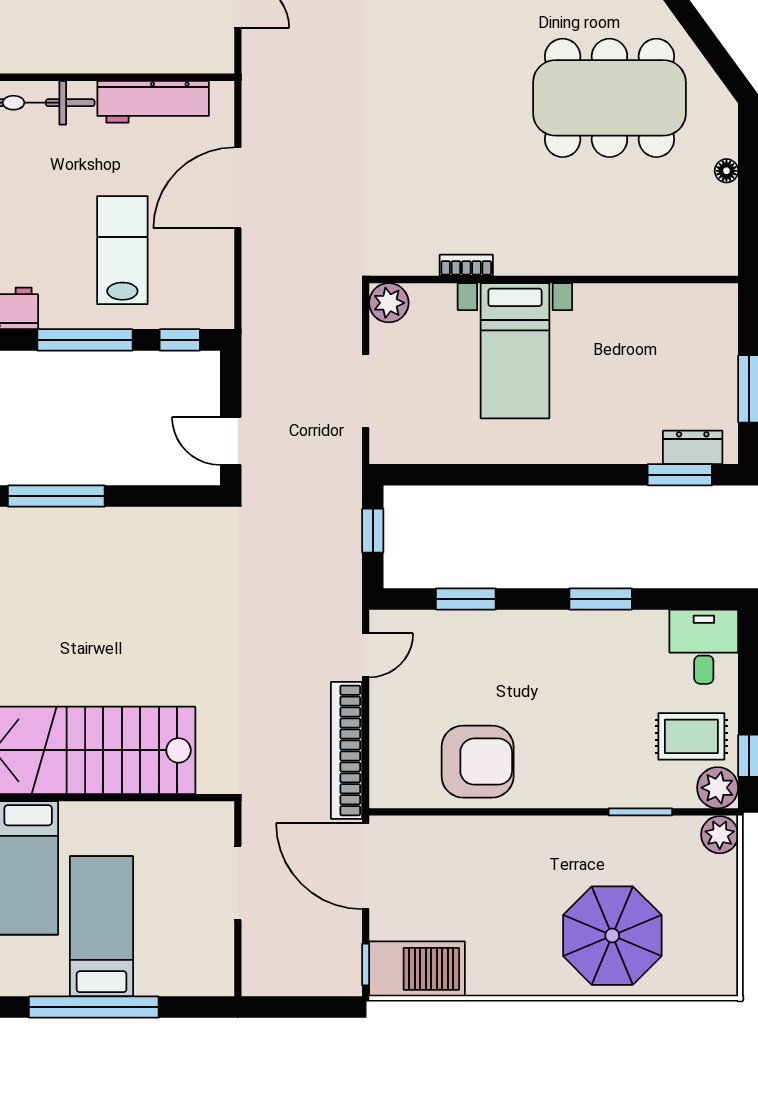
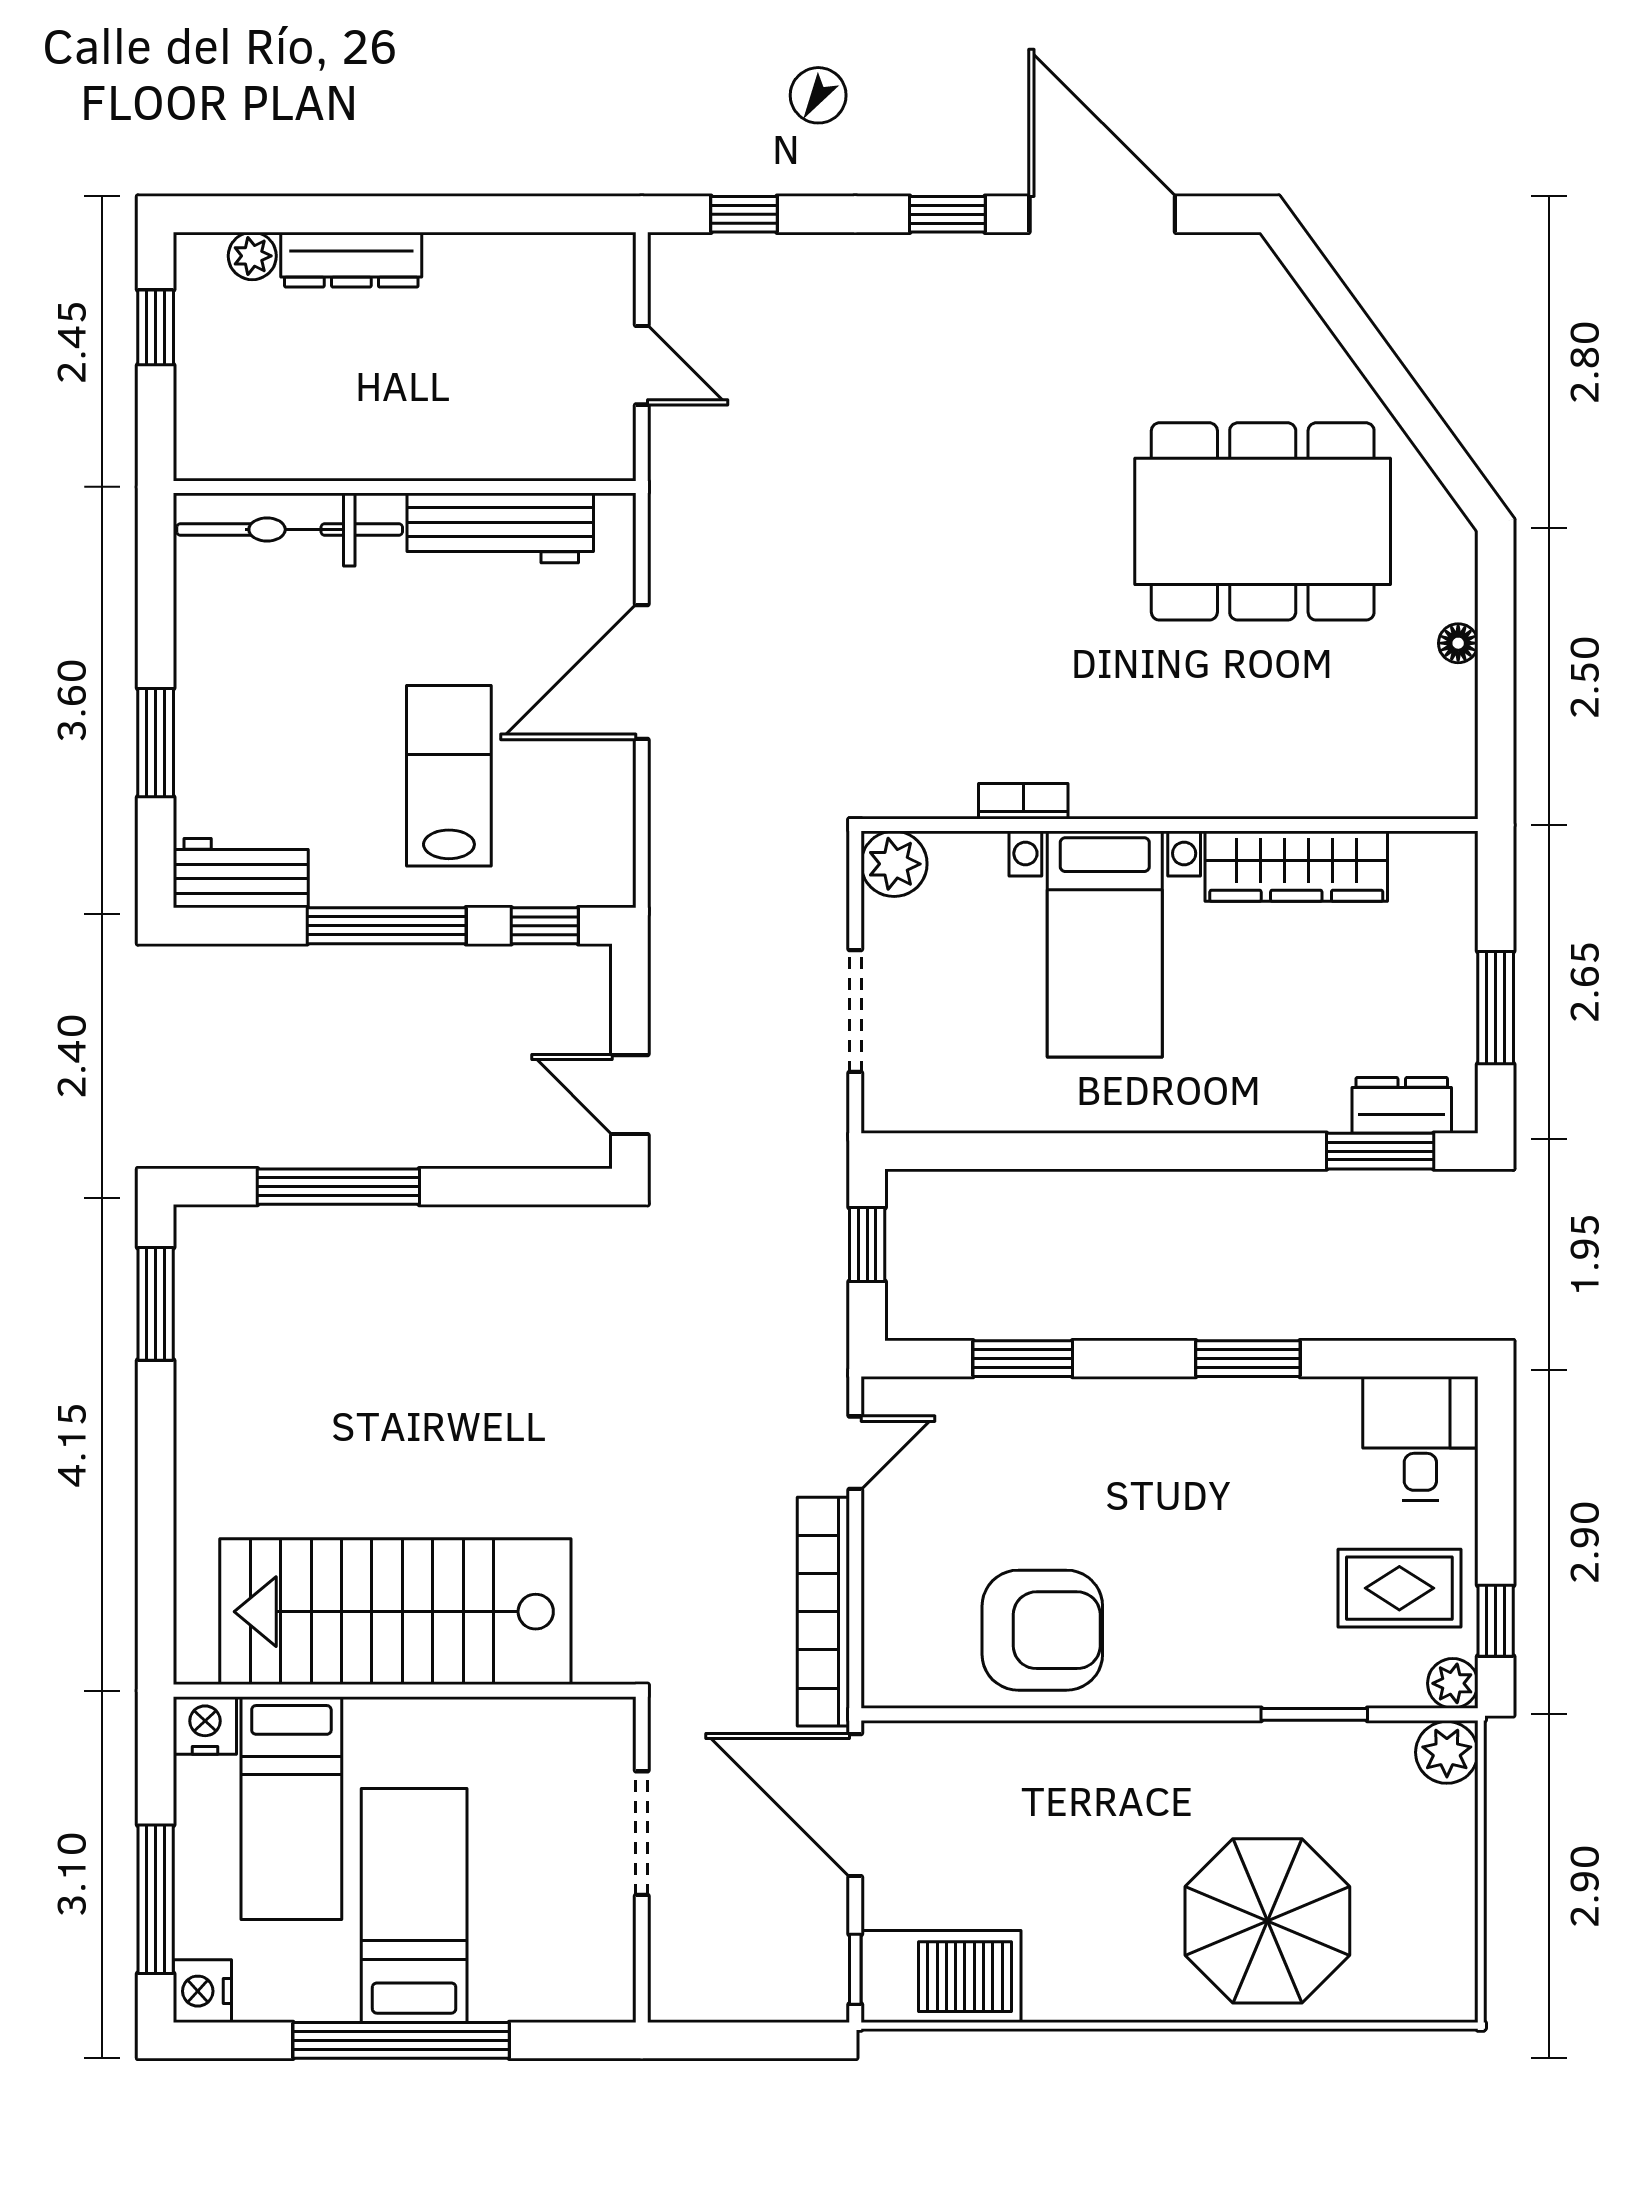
wardrobe: (630, 304) -> (1296, 866), added
plant: (718, 788) -> (1453, 1683), width x0.73, depth x0.73

